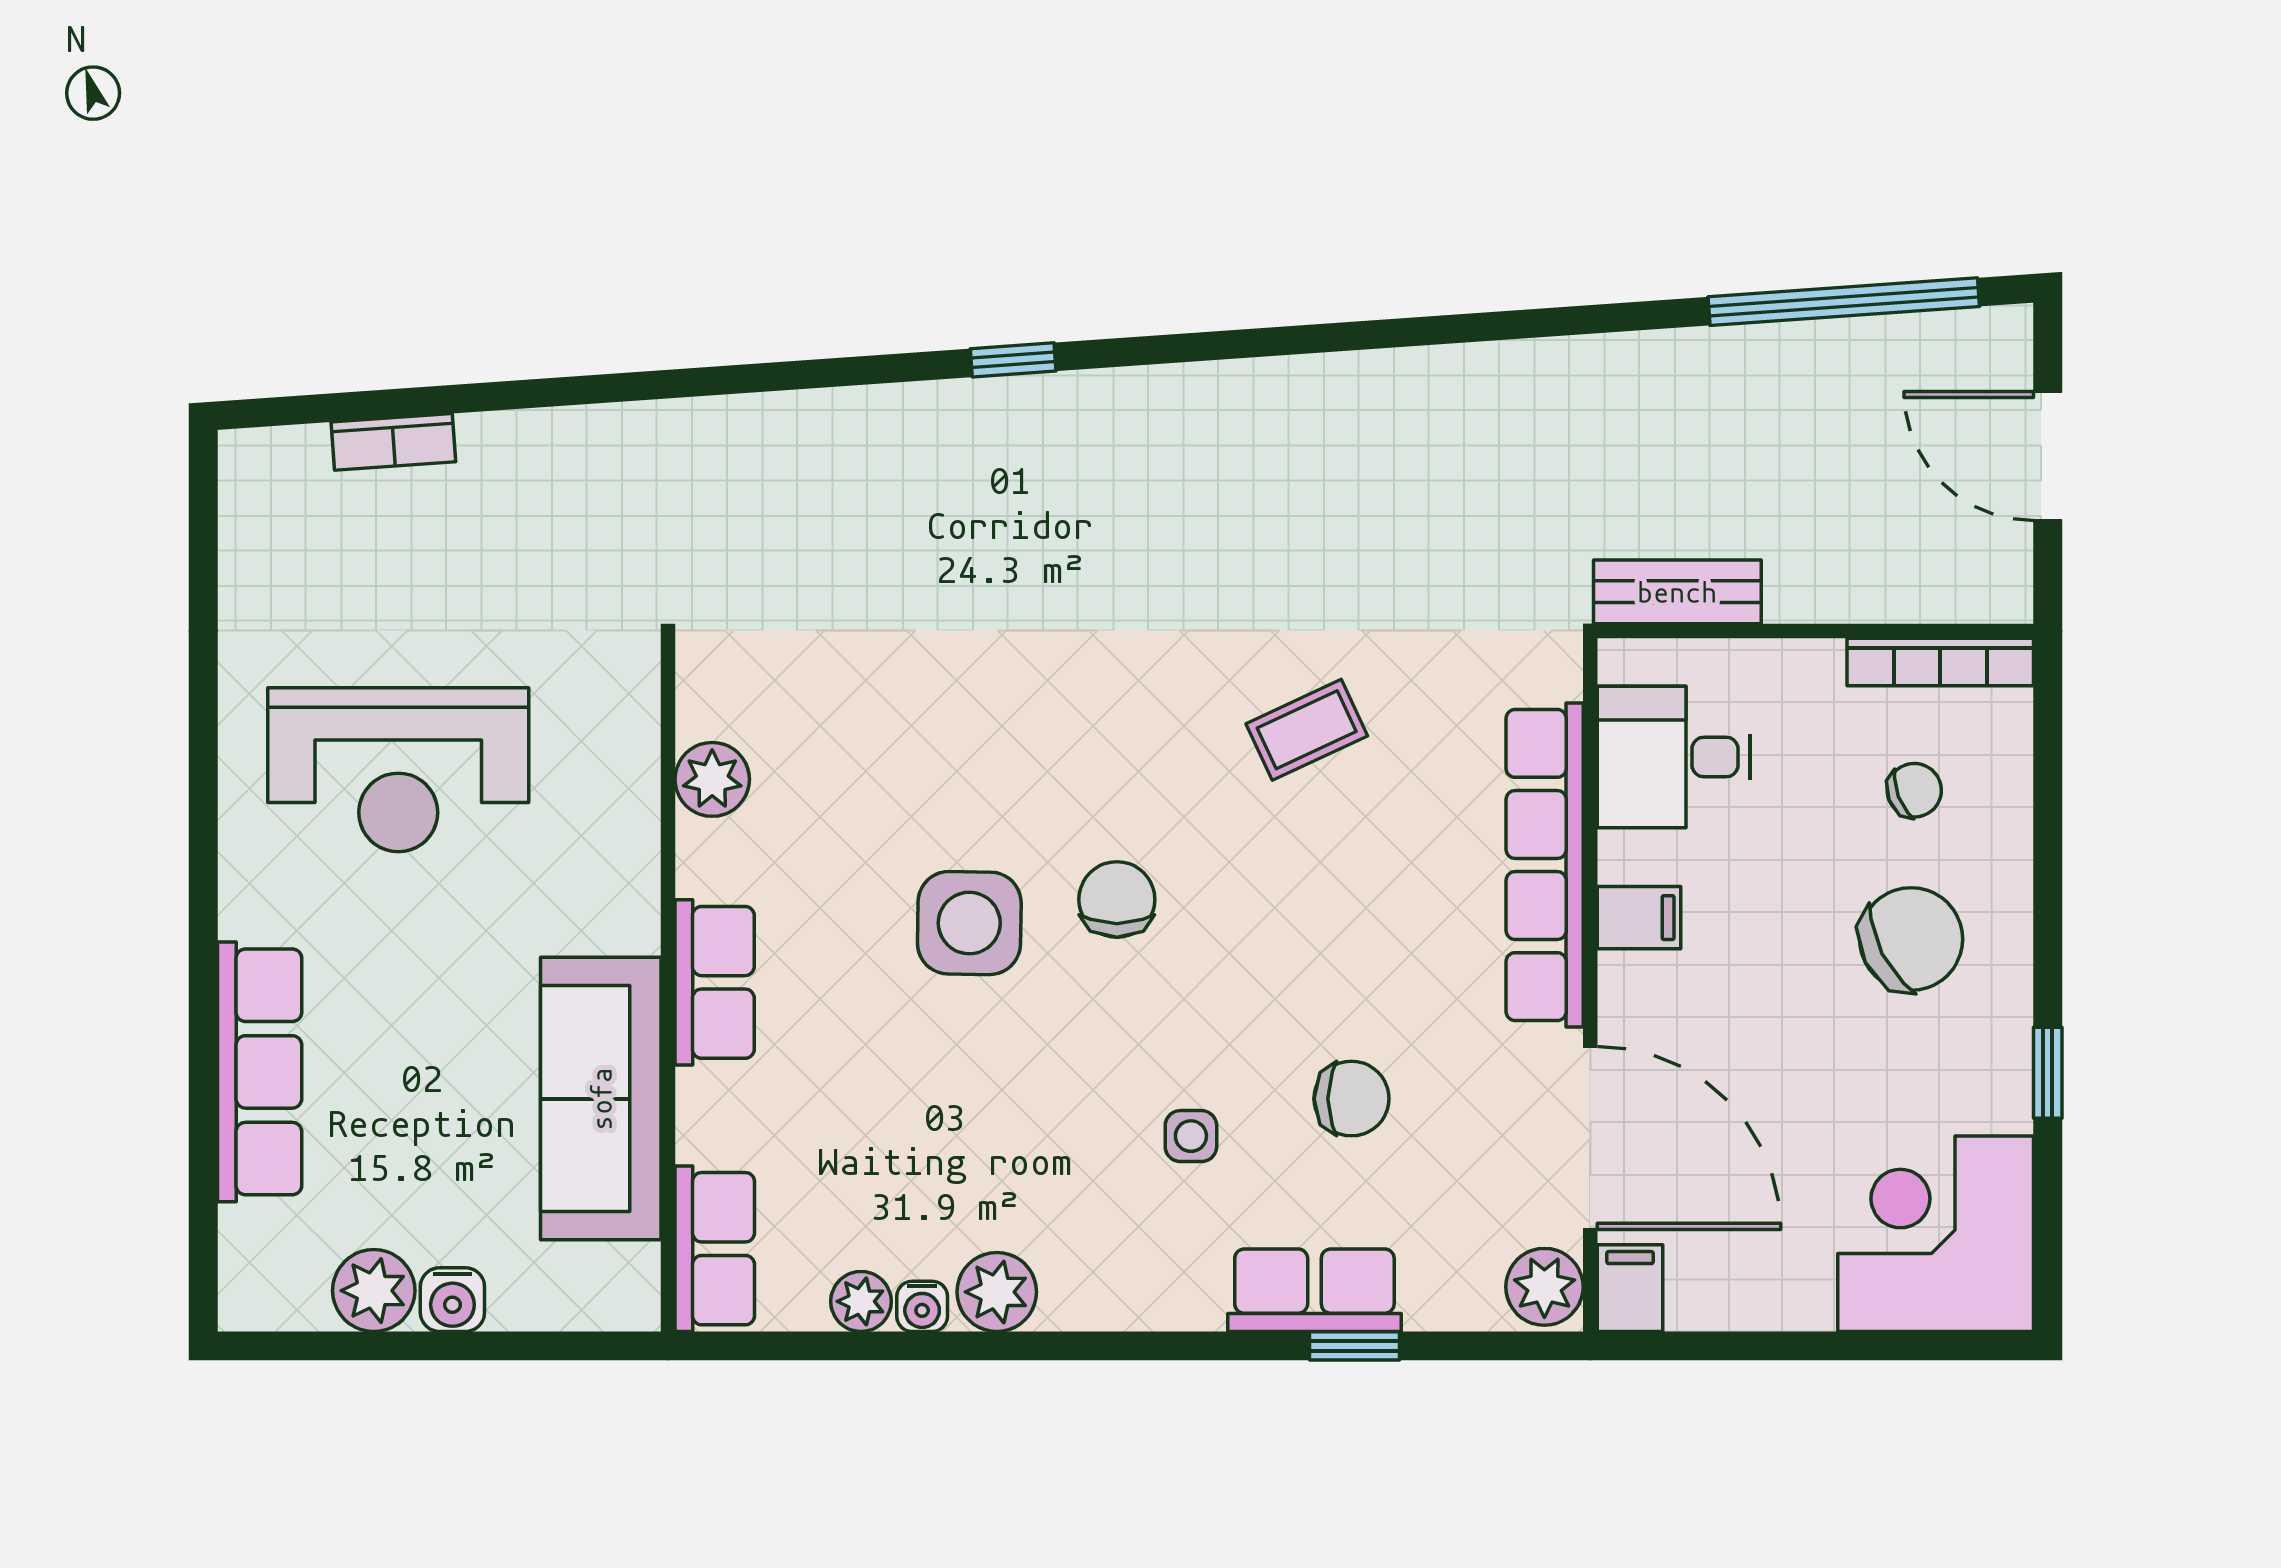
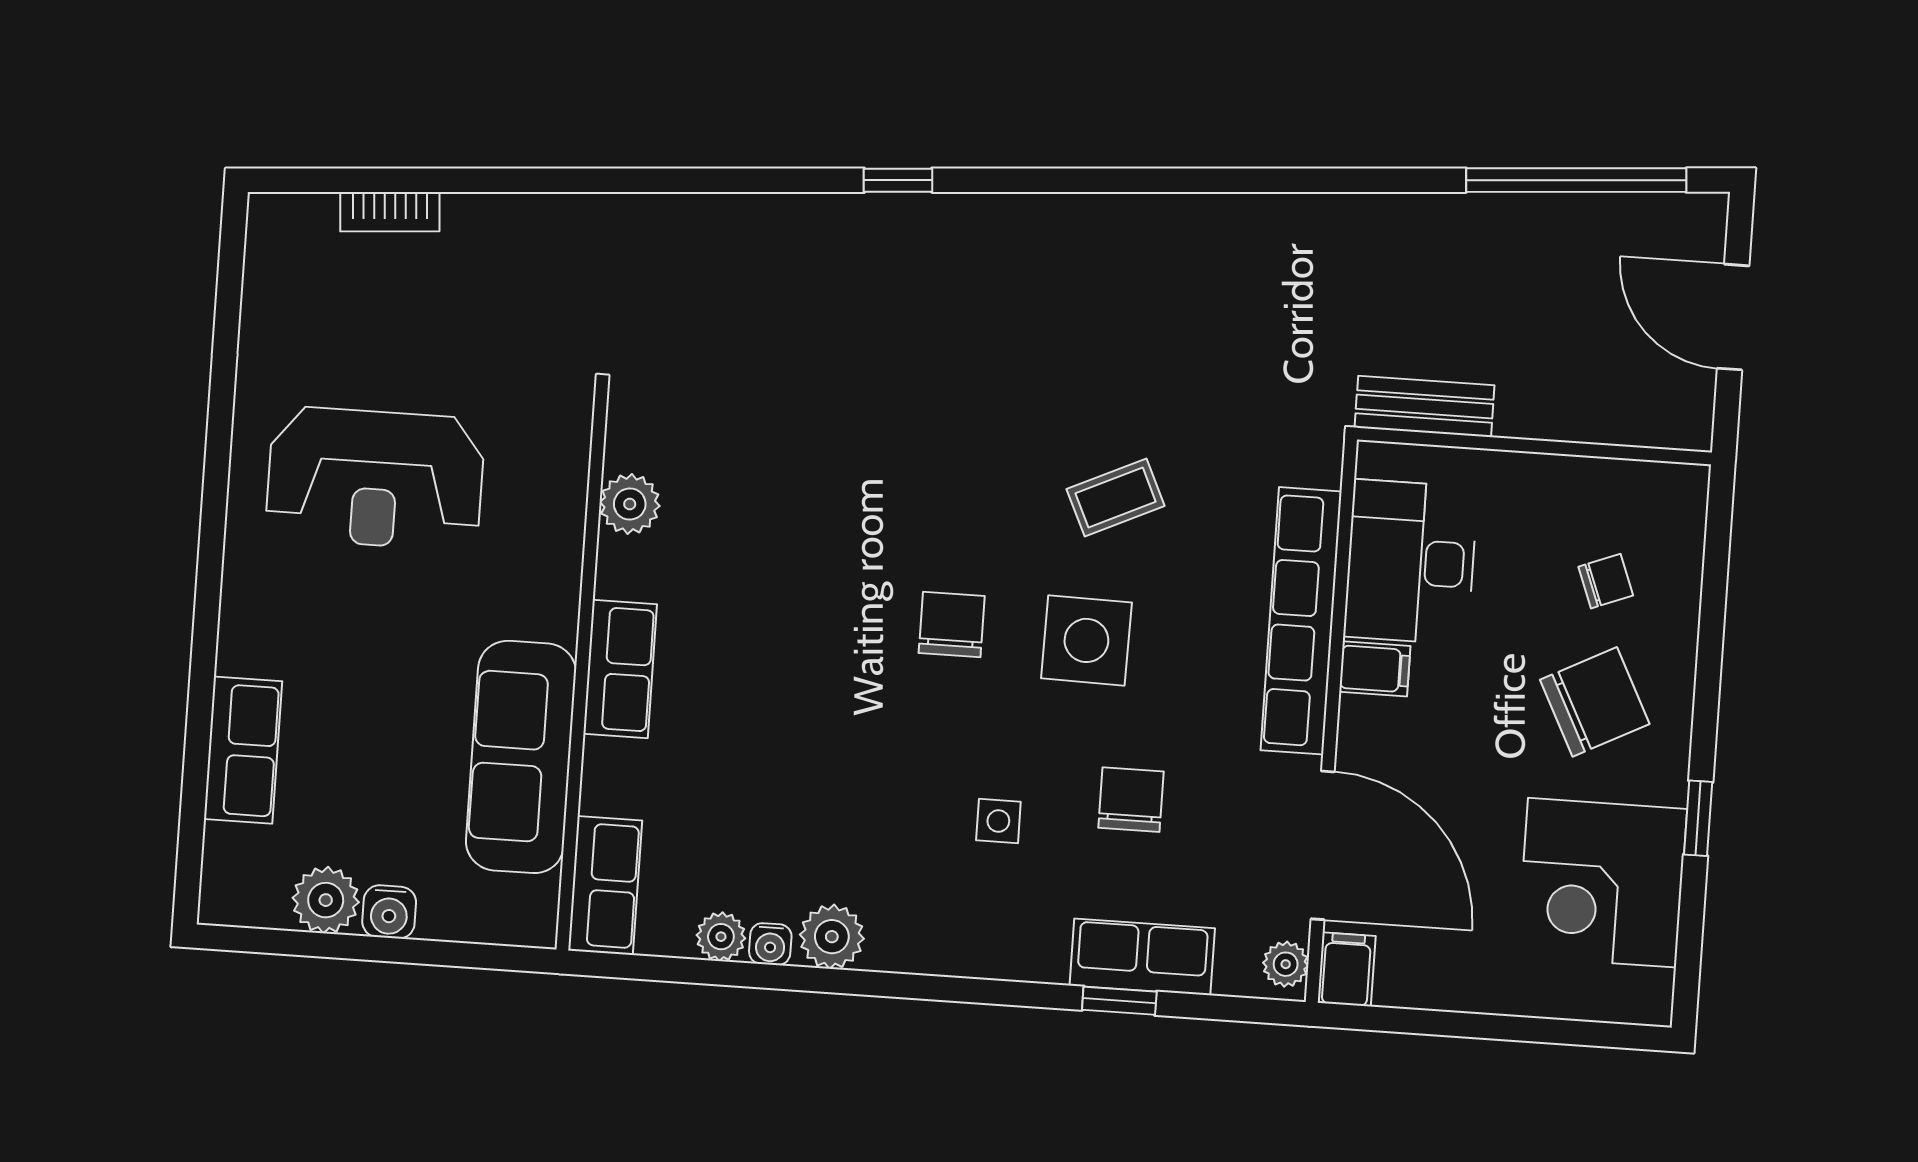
bookcase: (1940, 662) -> (1634, 478), removed
desk: (1674, 757) -> (1411, 562), width x1.37
side table: (969, 923) -> (1086, 640), moved
row of seats: (260, 1072) -> (243, 750), width x0.68
chair: (1351, 1099) -> (1131, 800), turned -90
corner desk: (1936, 1234) -> (1602, 883), moved, turned -90
plant: (1544, 1287) -> (1286, 964), width x0.73, depth x0.73
row of seats: (1314, 1290) -> (1142, 957), moved

